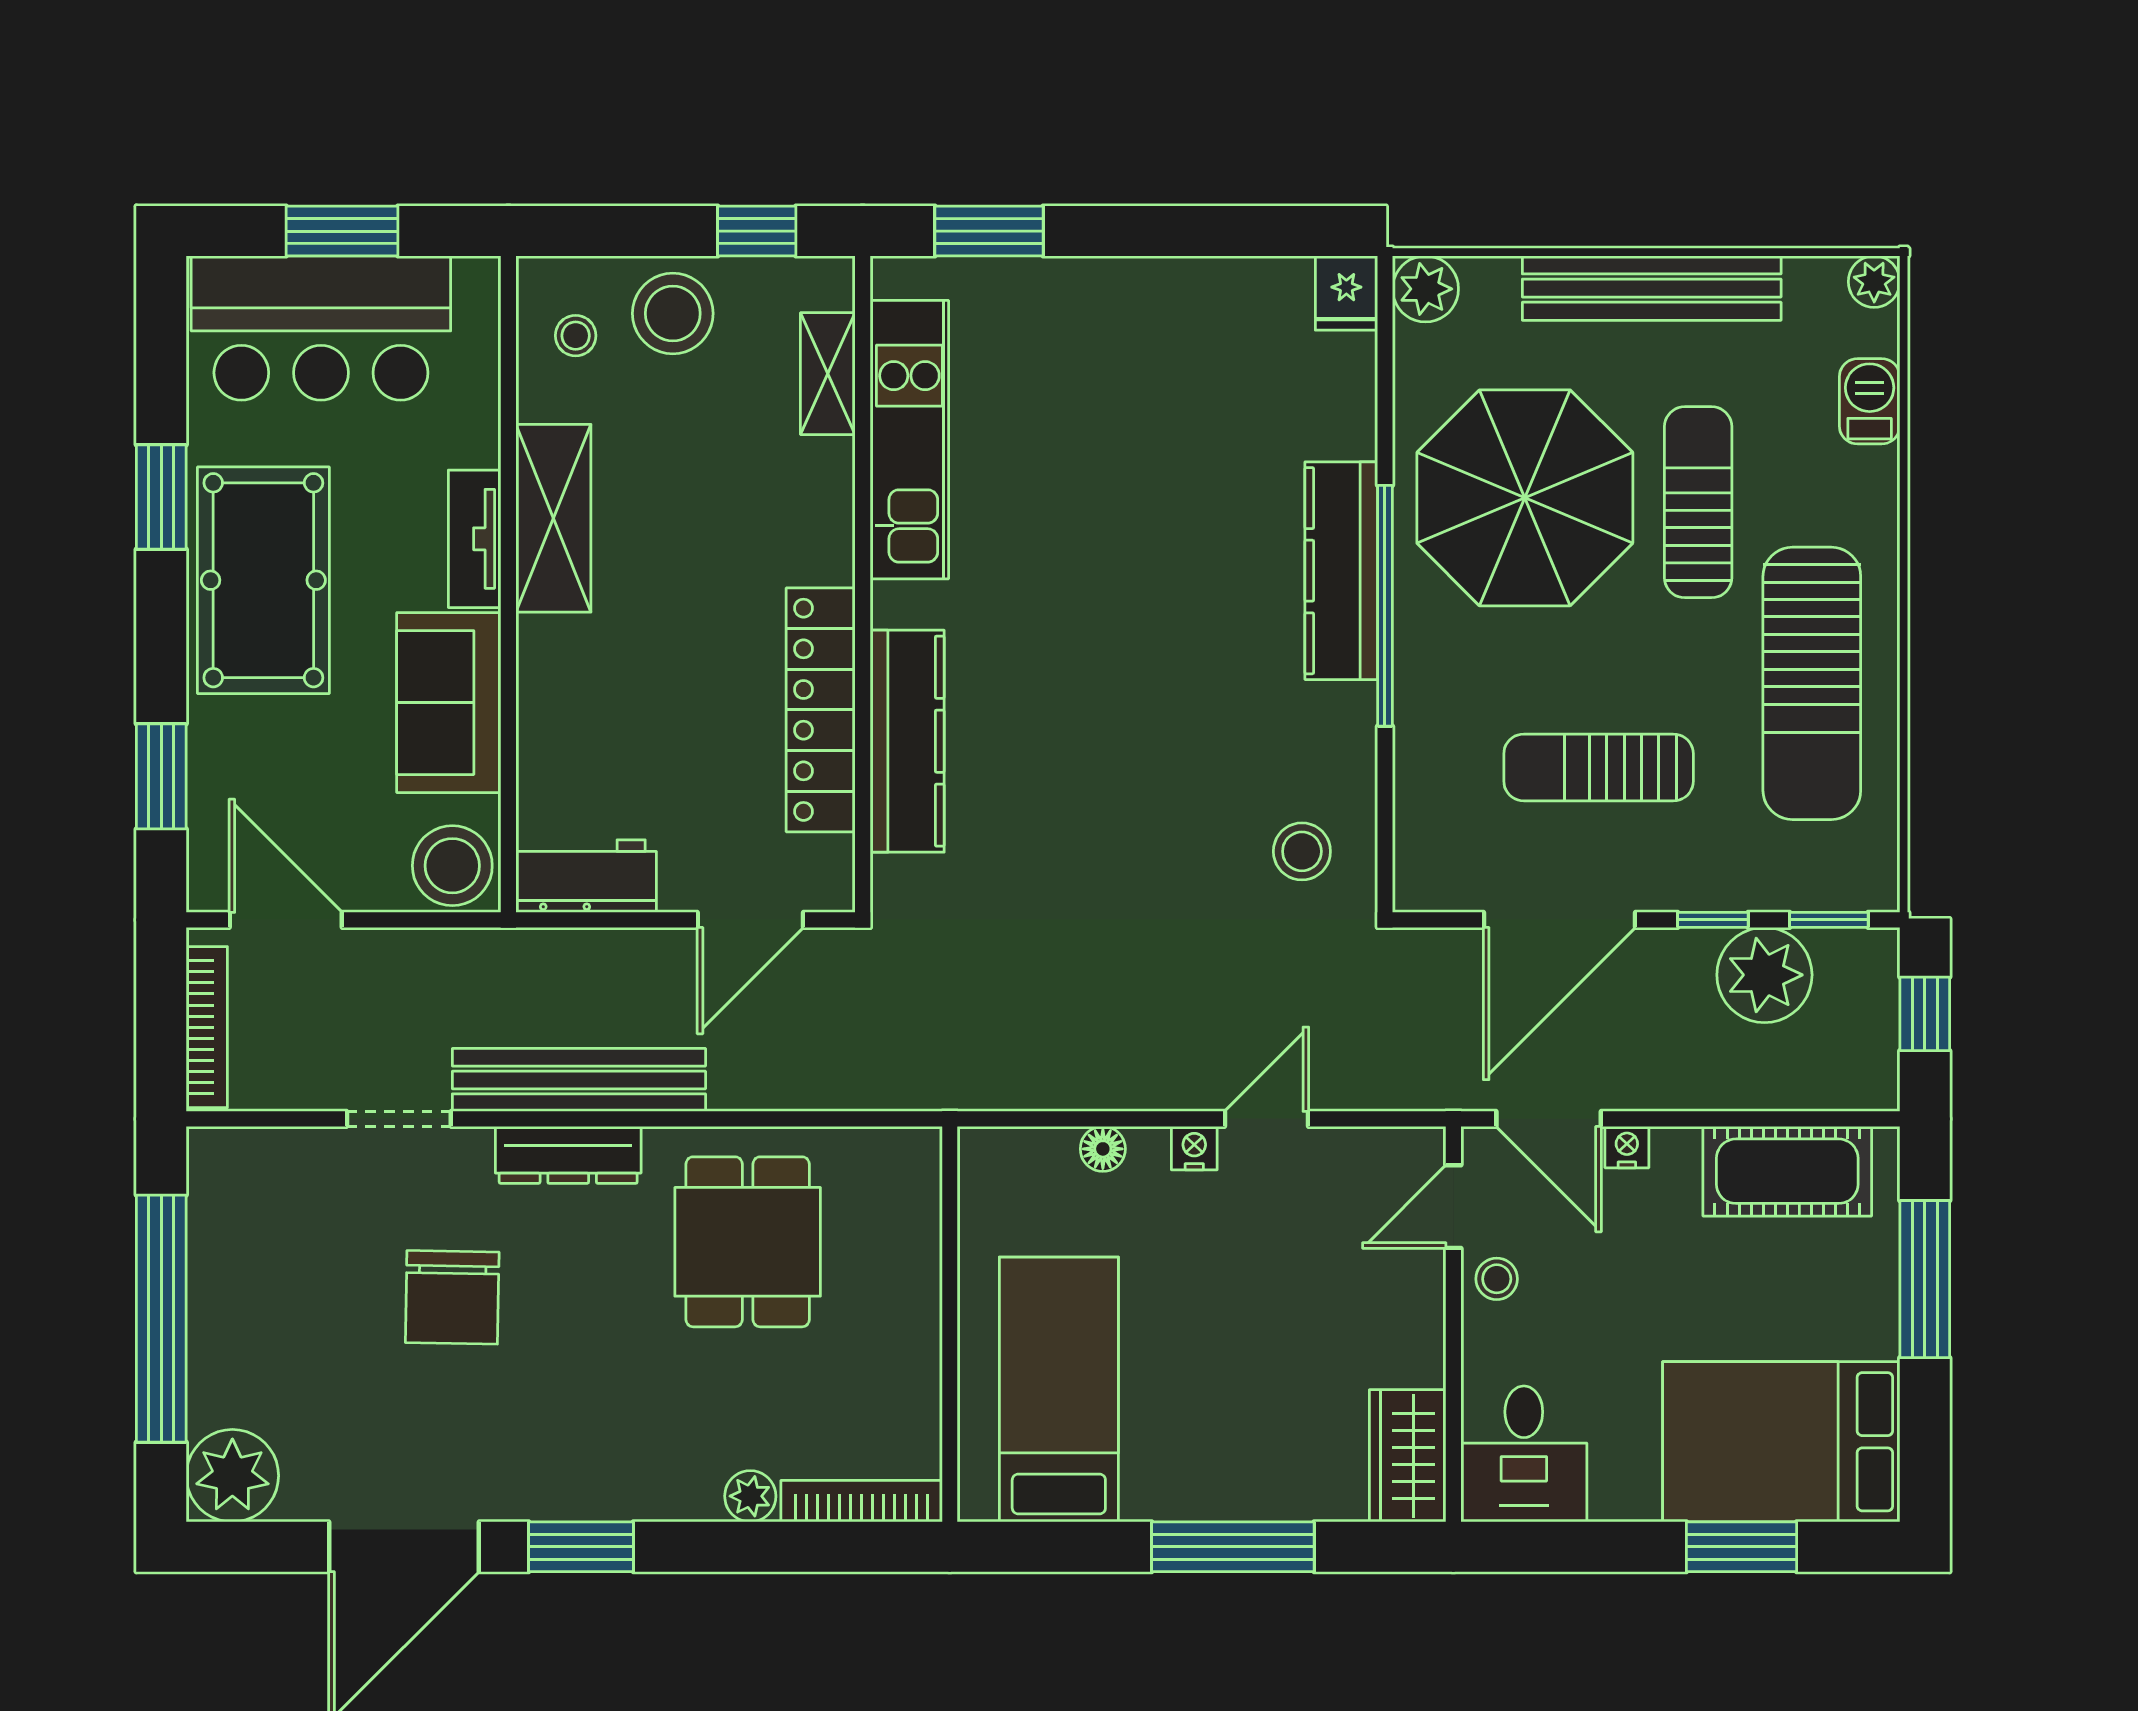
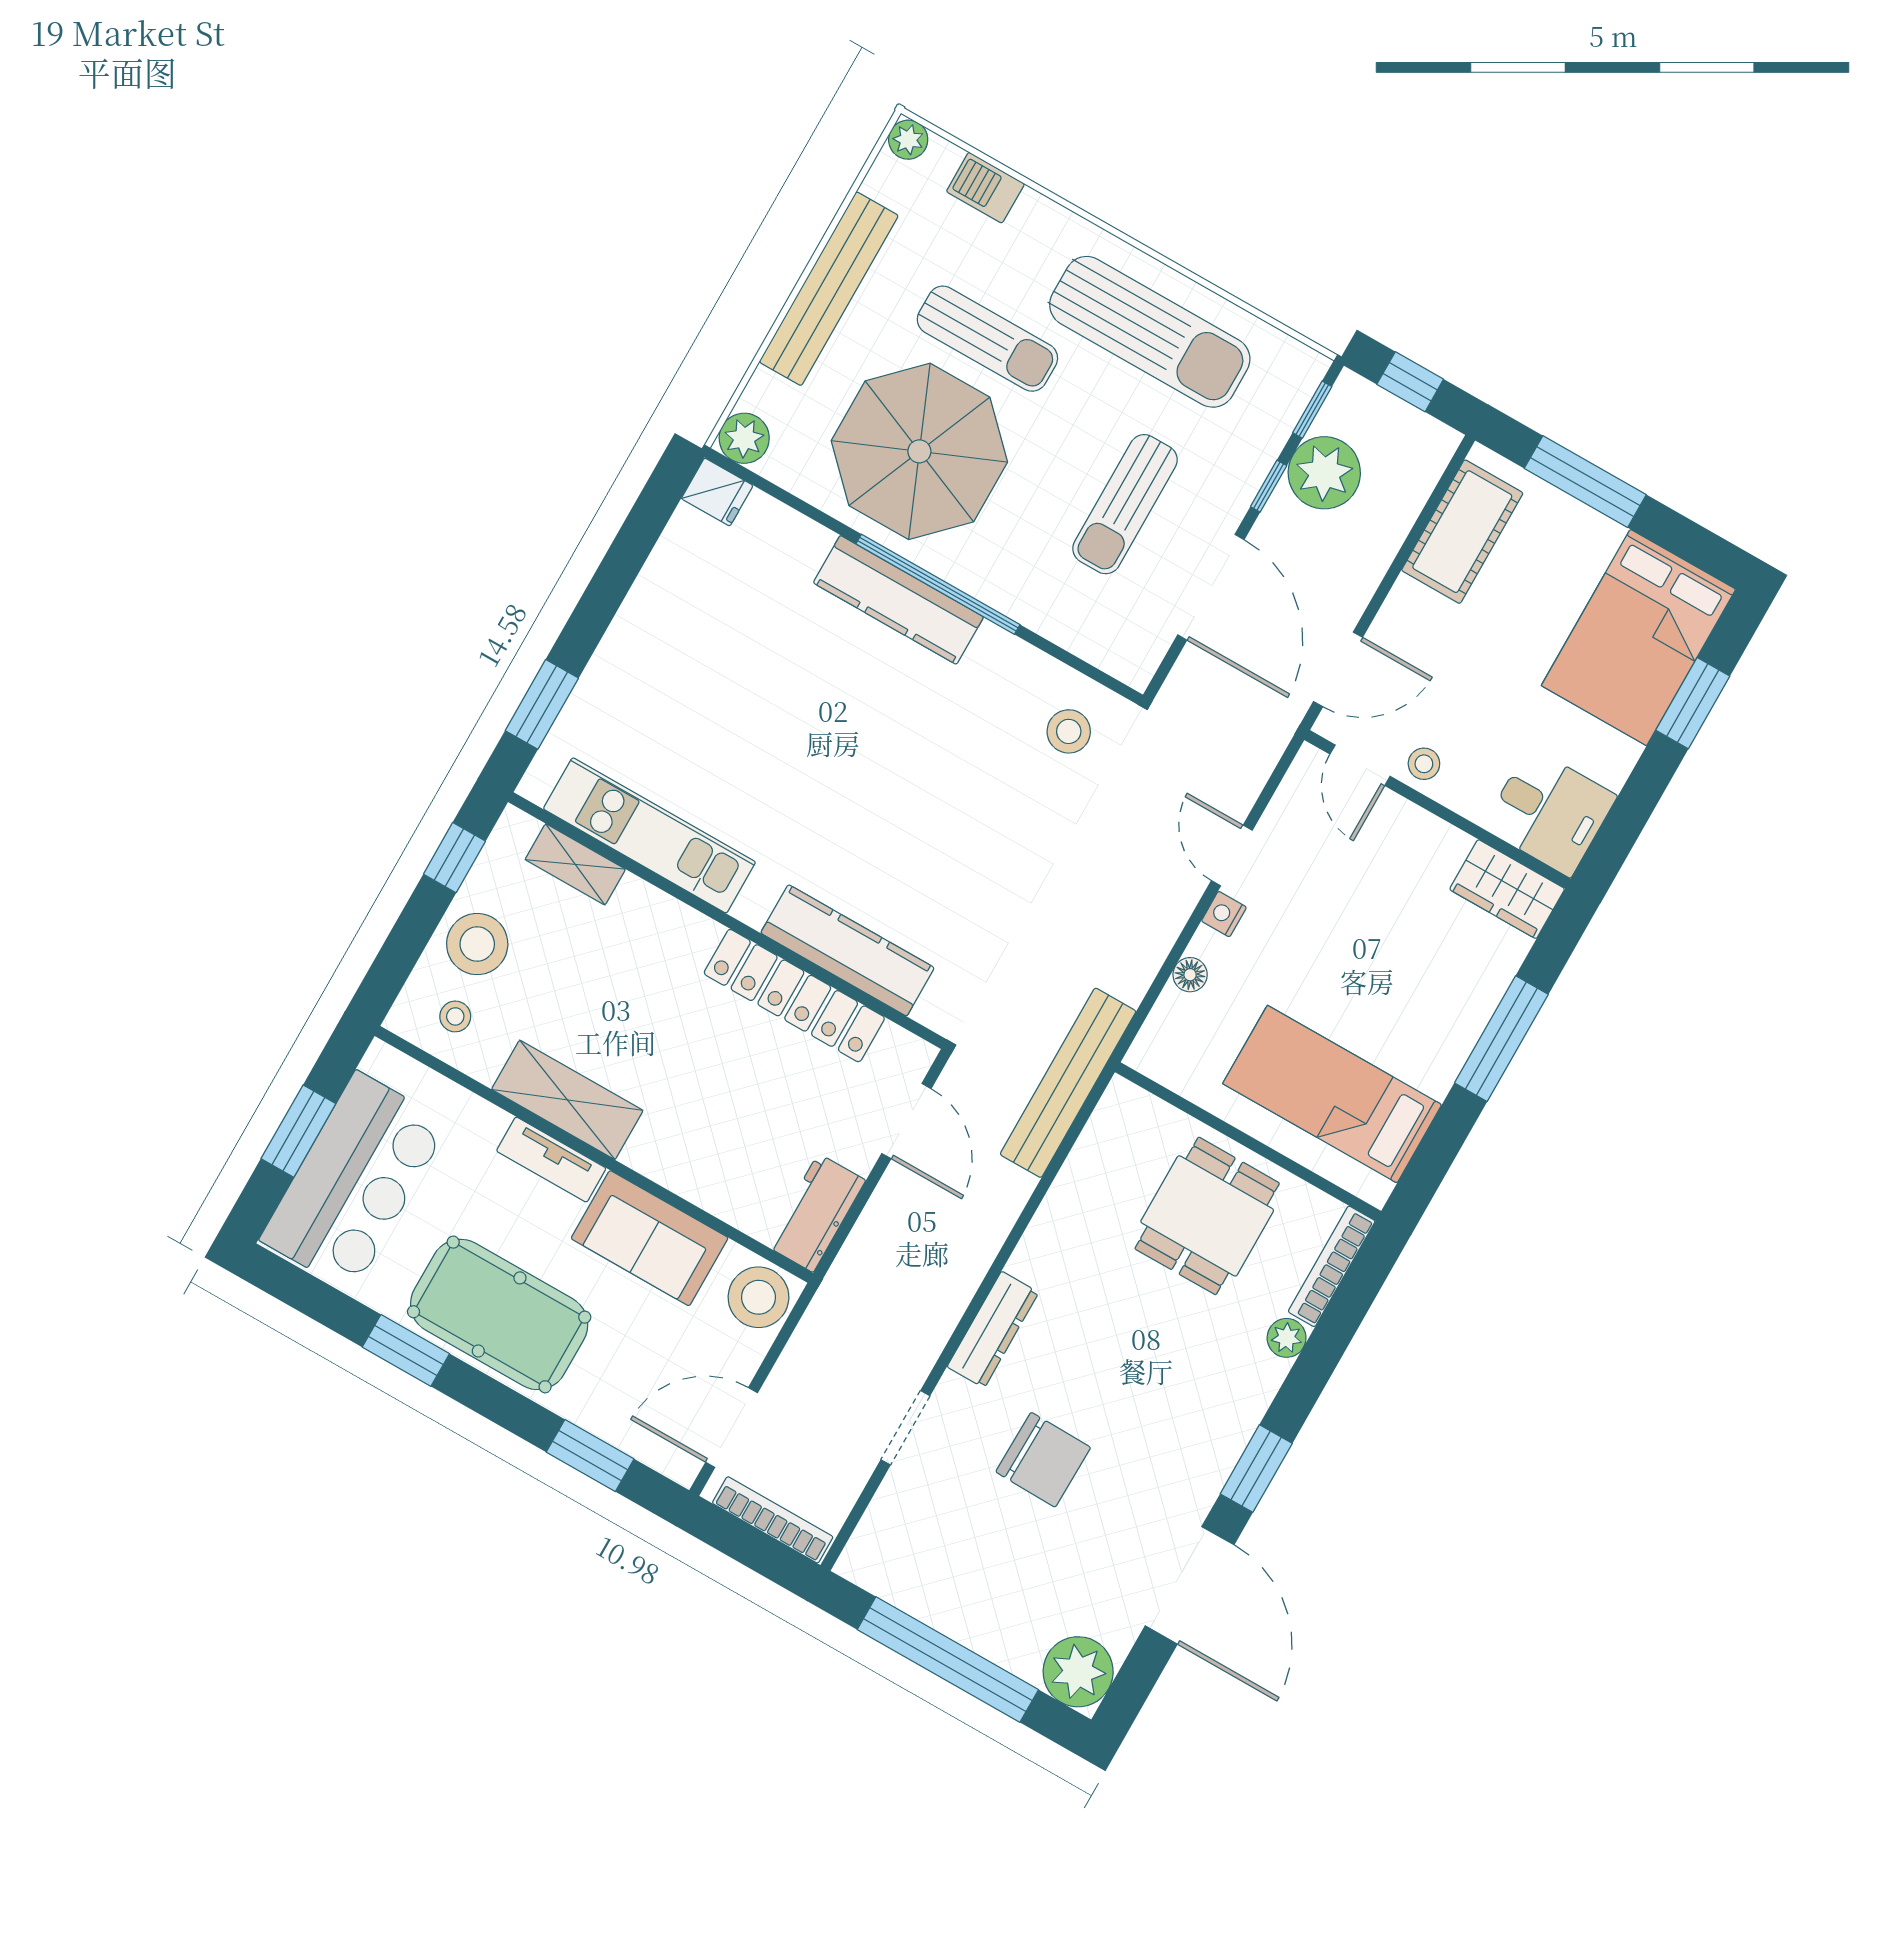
sun lounger: (1698, 502) -> (987, 339), turned 180
bench: (579, 1080) -> (1068, 1083), moved
nightstand: (1627, 1147) -> (1386, 628), removed
dining table: (748, 1242) -> (1207, 1216), moved, turned 90

